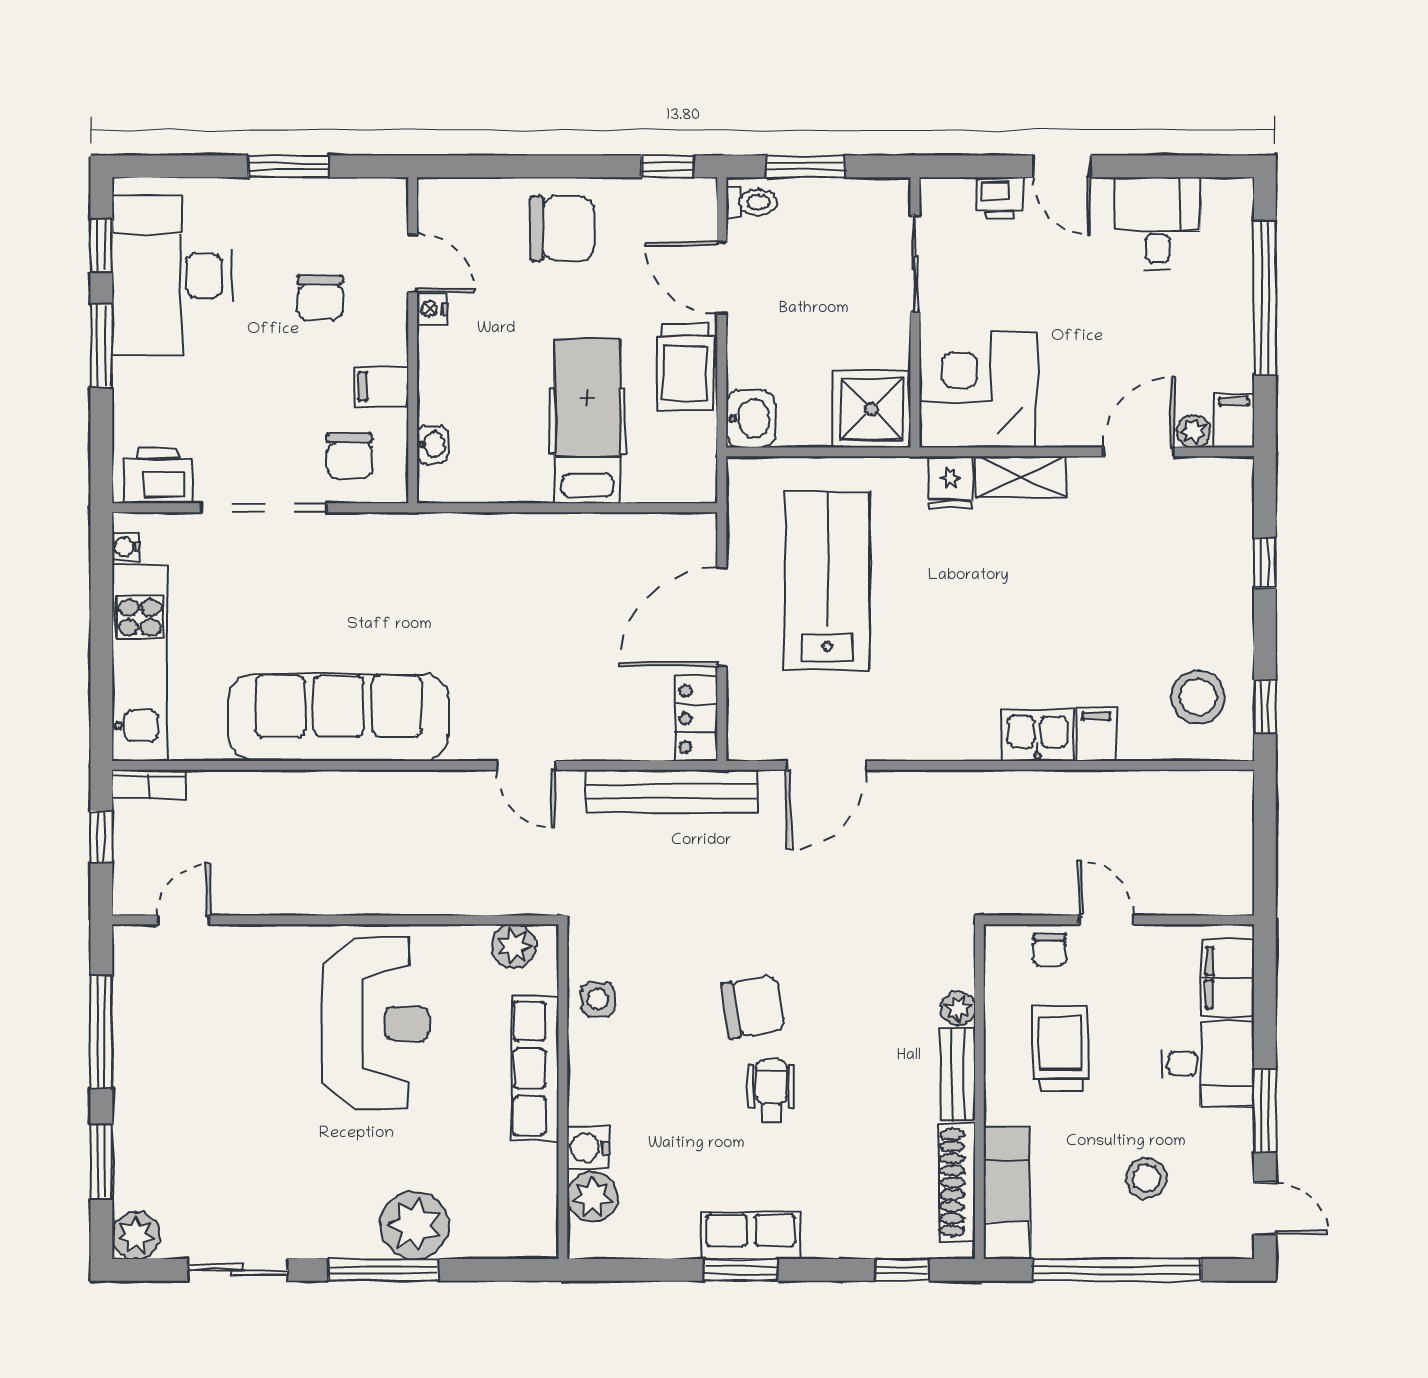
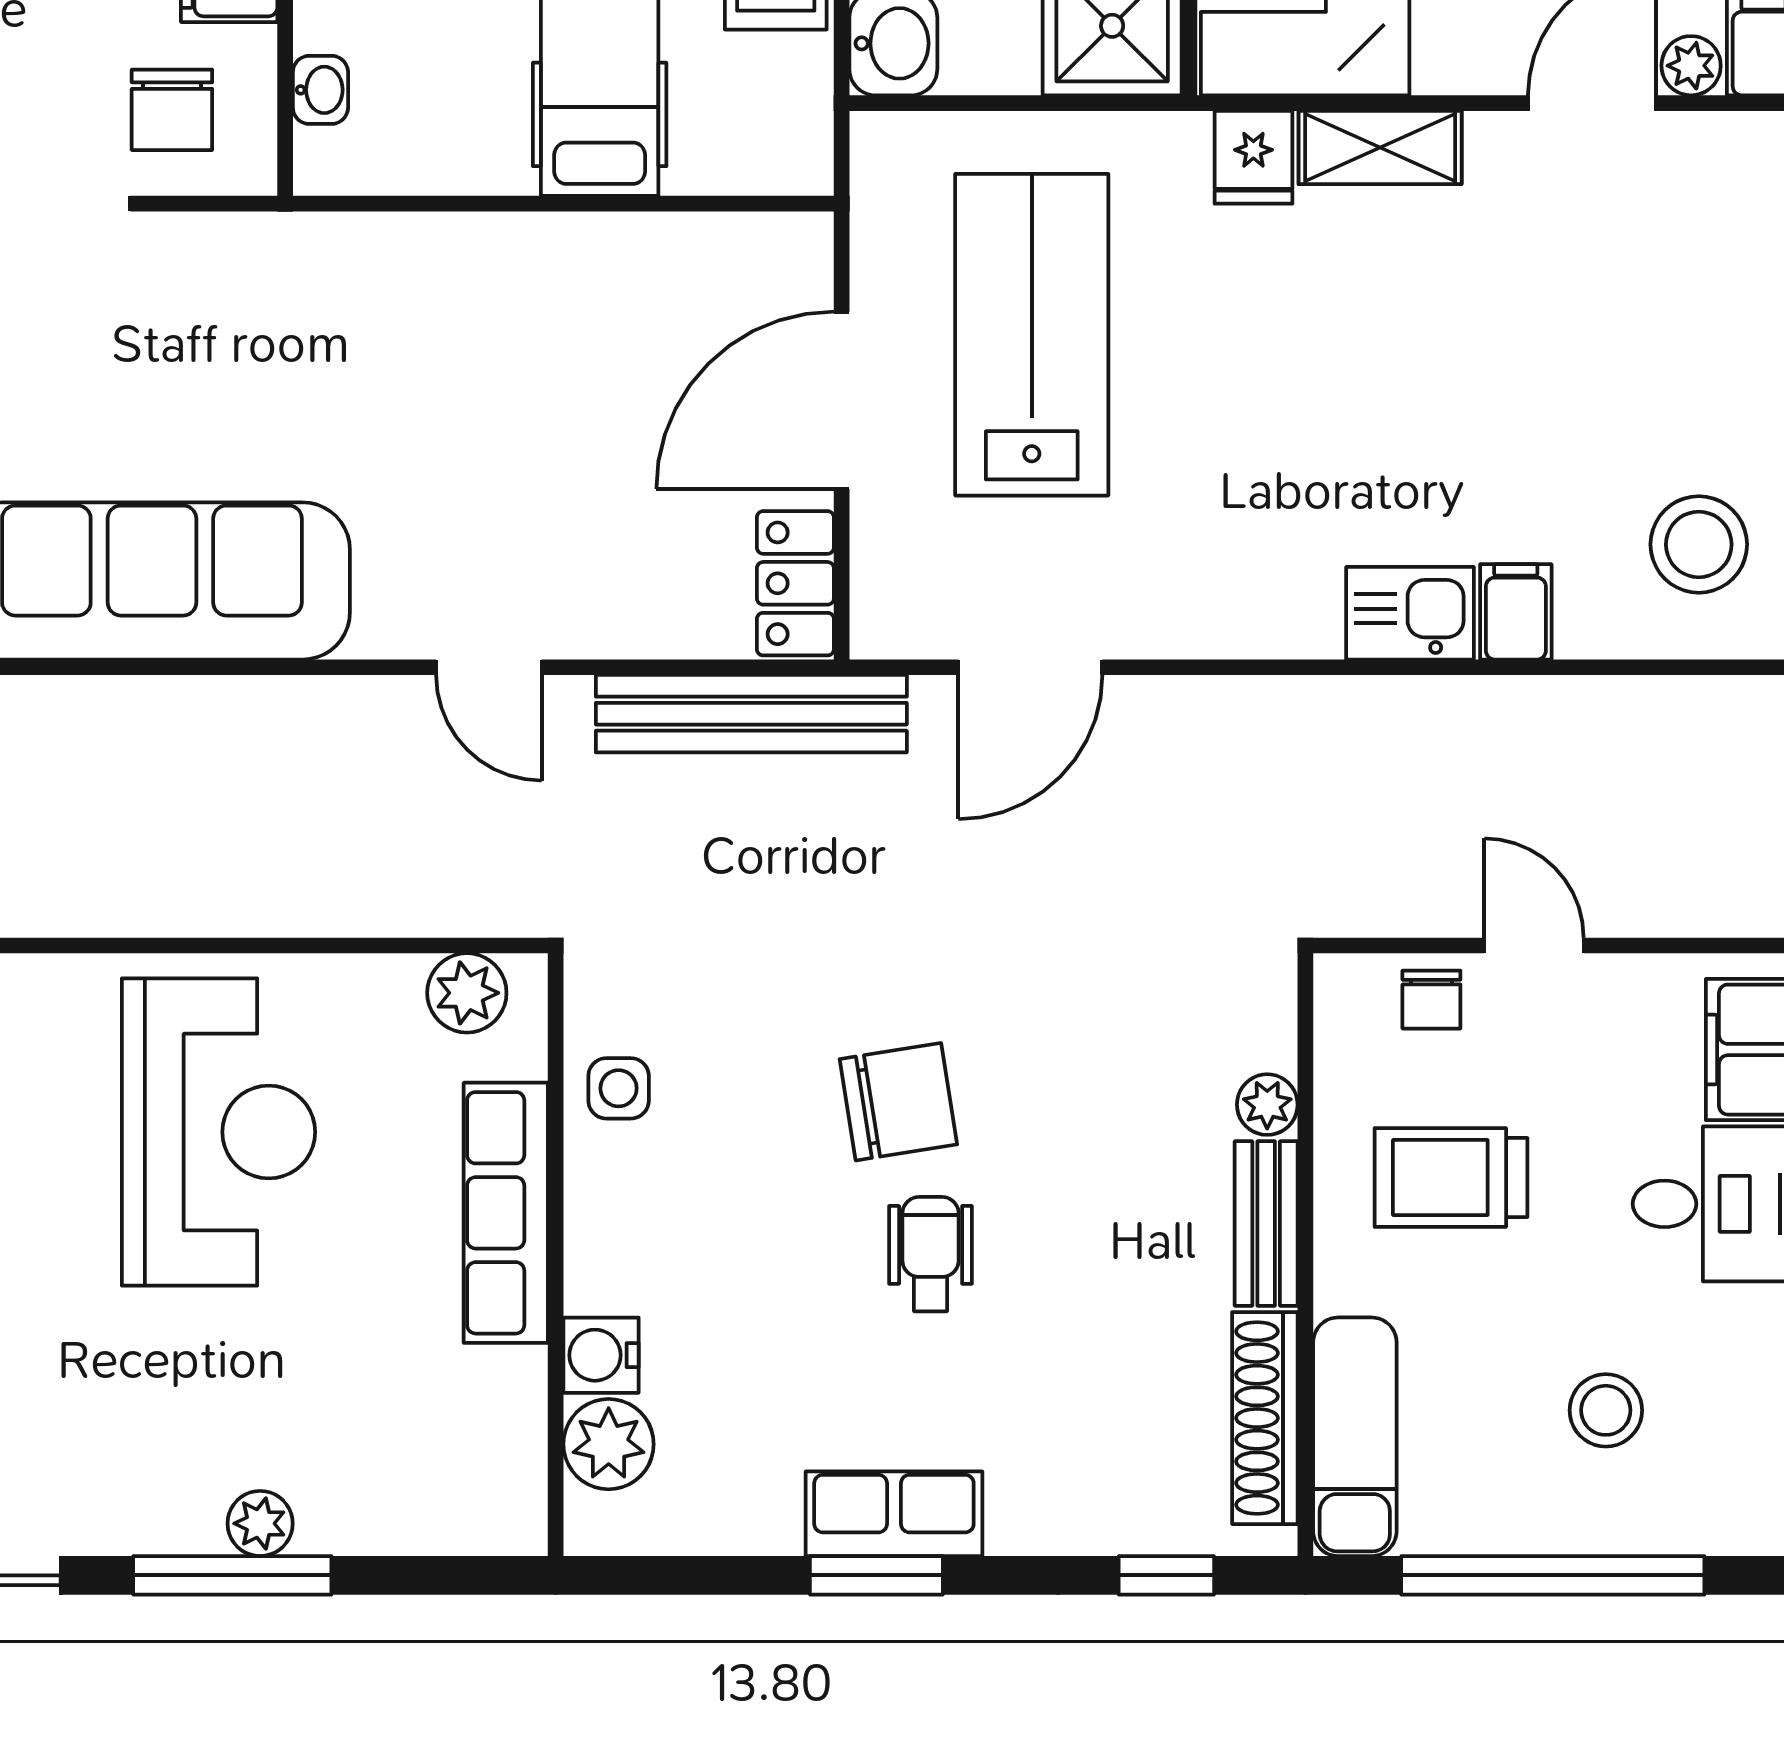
trolley: (1060, 1049) -> (1451, 1177), turned -89
plant: (415, 1225) -> (260, 1523), width x0.53, depth x0.53

